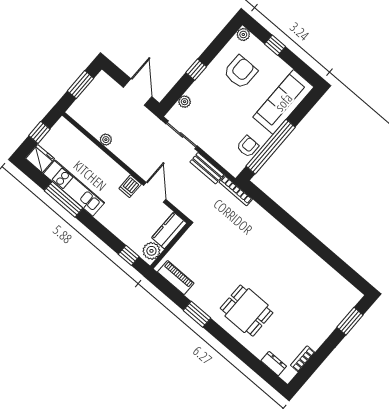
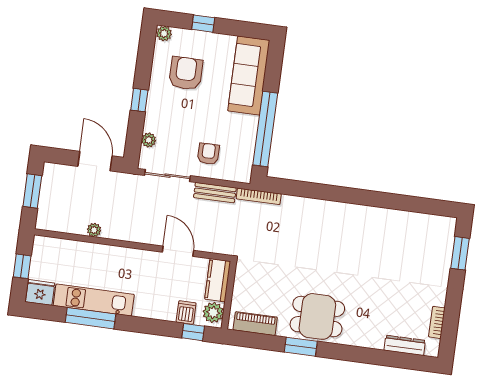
armchair: (248, 146) -> (208, 154), moved
dishwasher: (130, 186) -> (186, 313), moved, turned 180
dining table: (247, 311) -> (317, 316), moved
dresser: (274, 364) -> (405, 345), width x1.44

